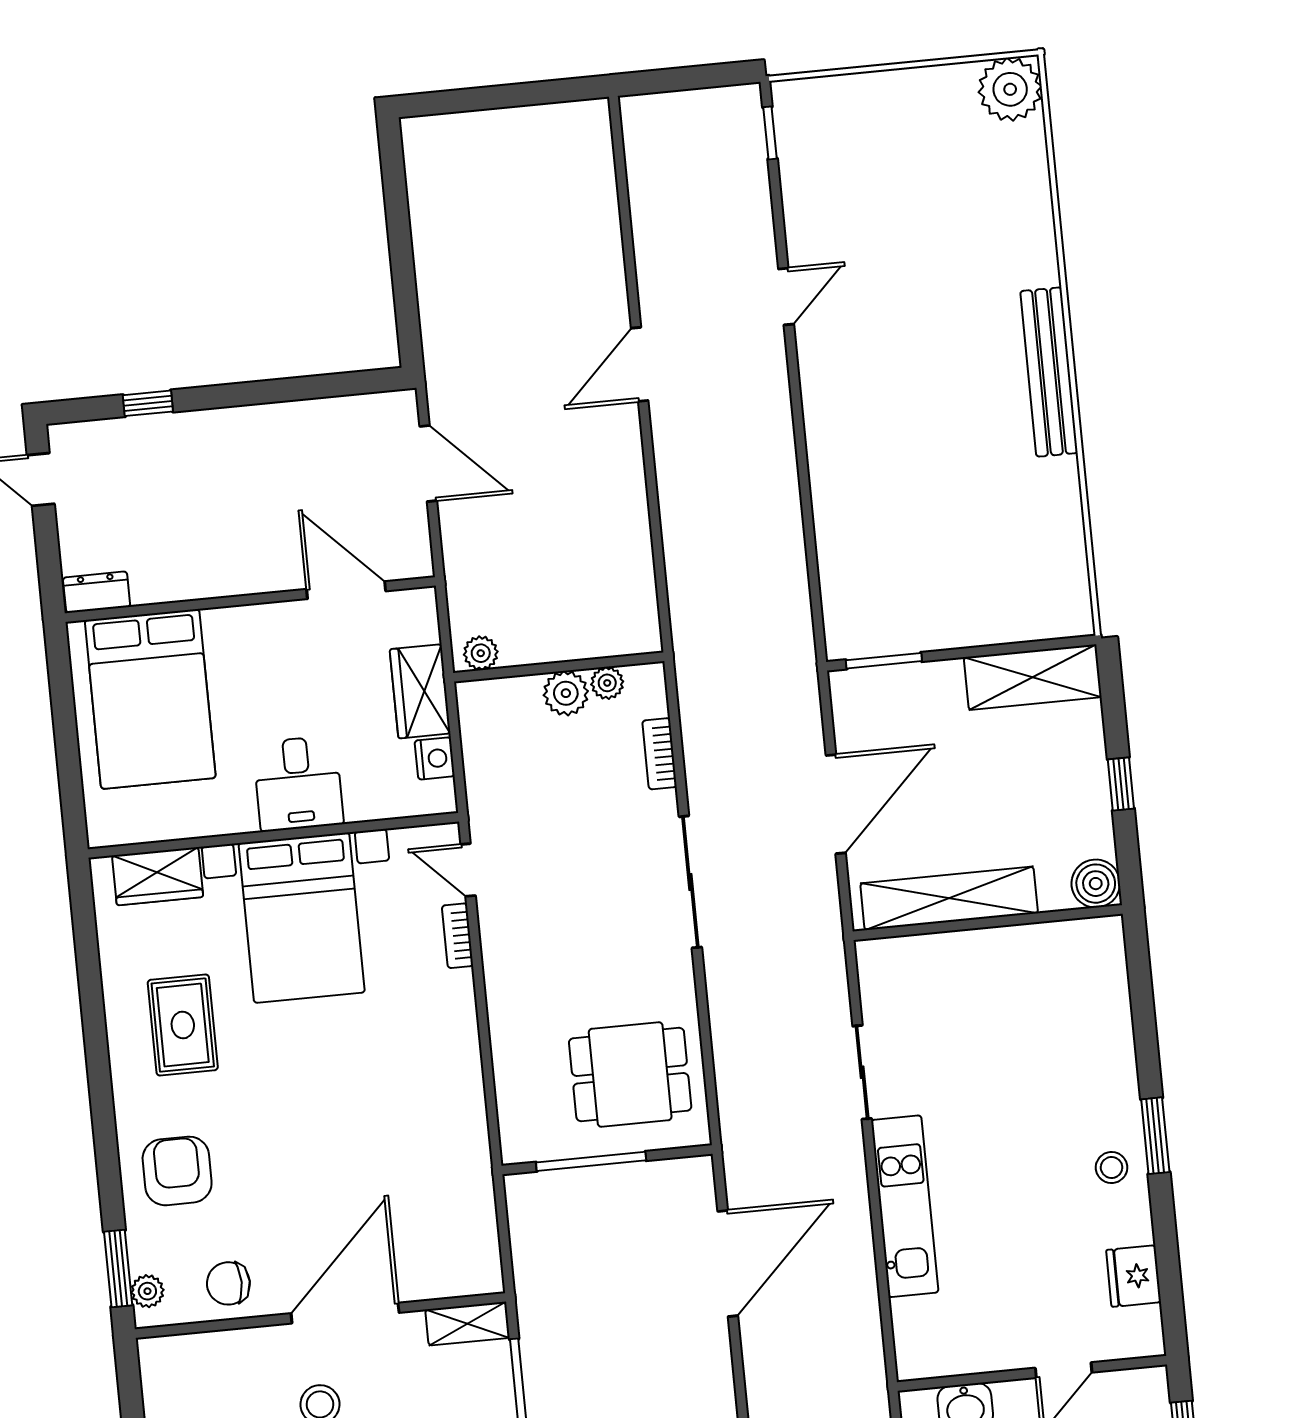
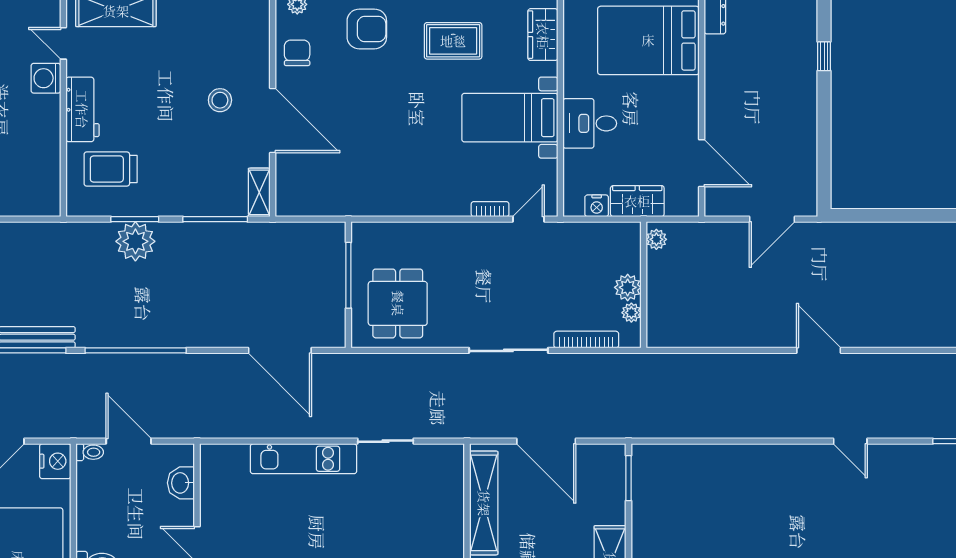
door: (346, 590) -> (702, 163), hinge flipped
bookcase: (660, 754) -> (586, 340), width x1.56
bed with nightstands: (302, 918) -> (510, 118), width x0.73

